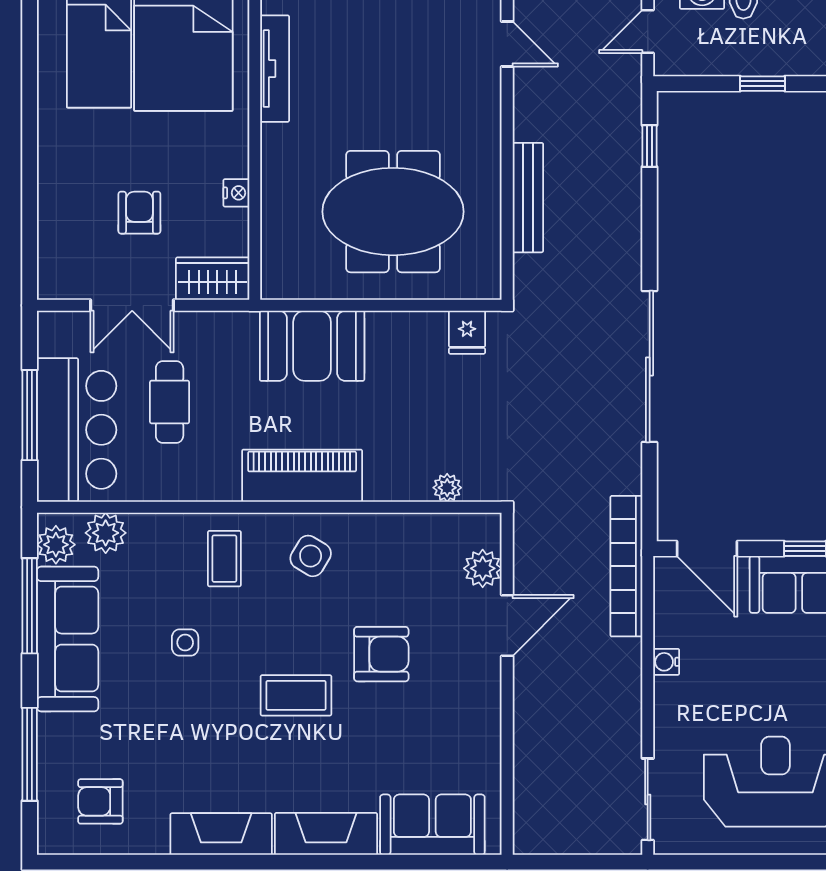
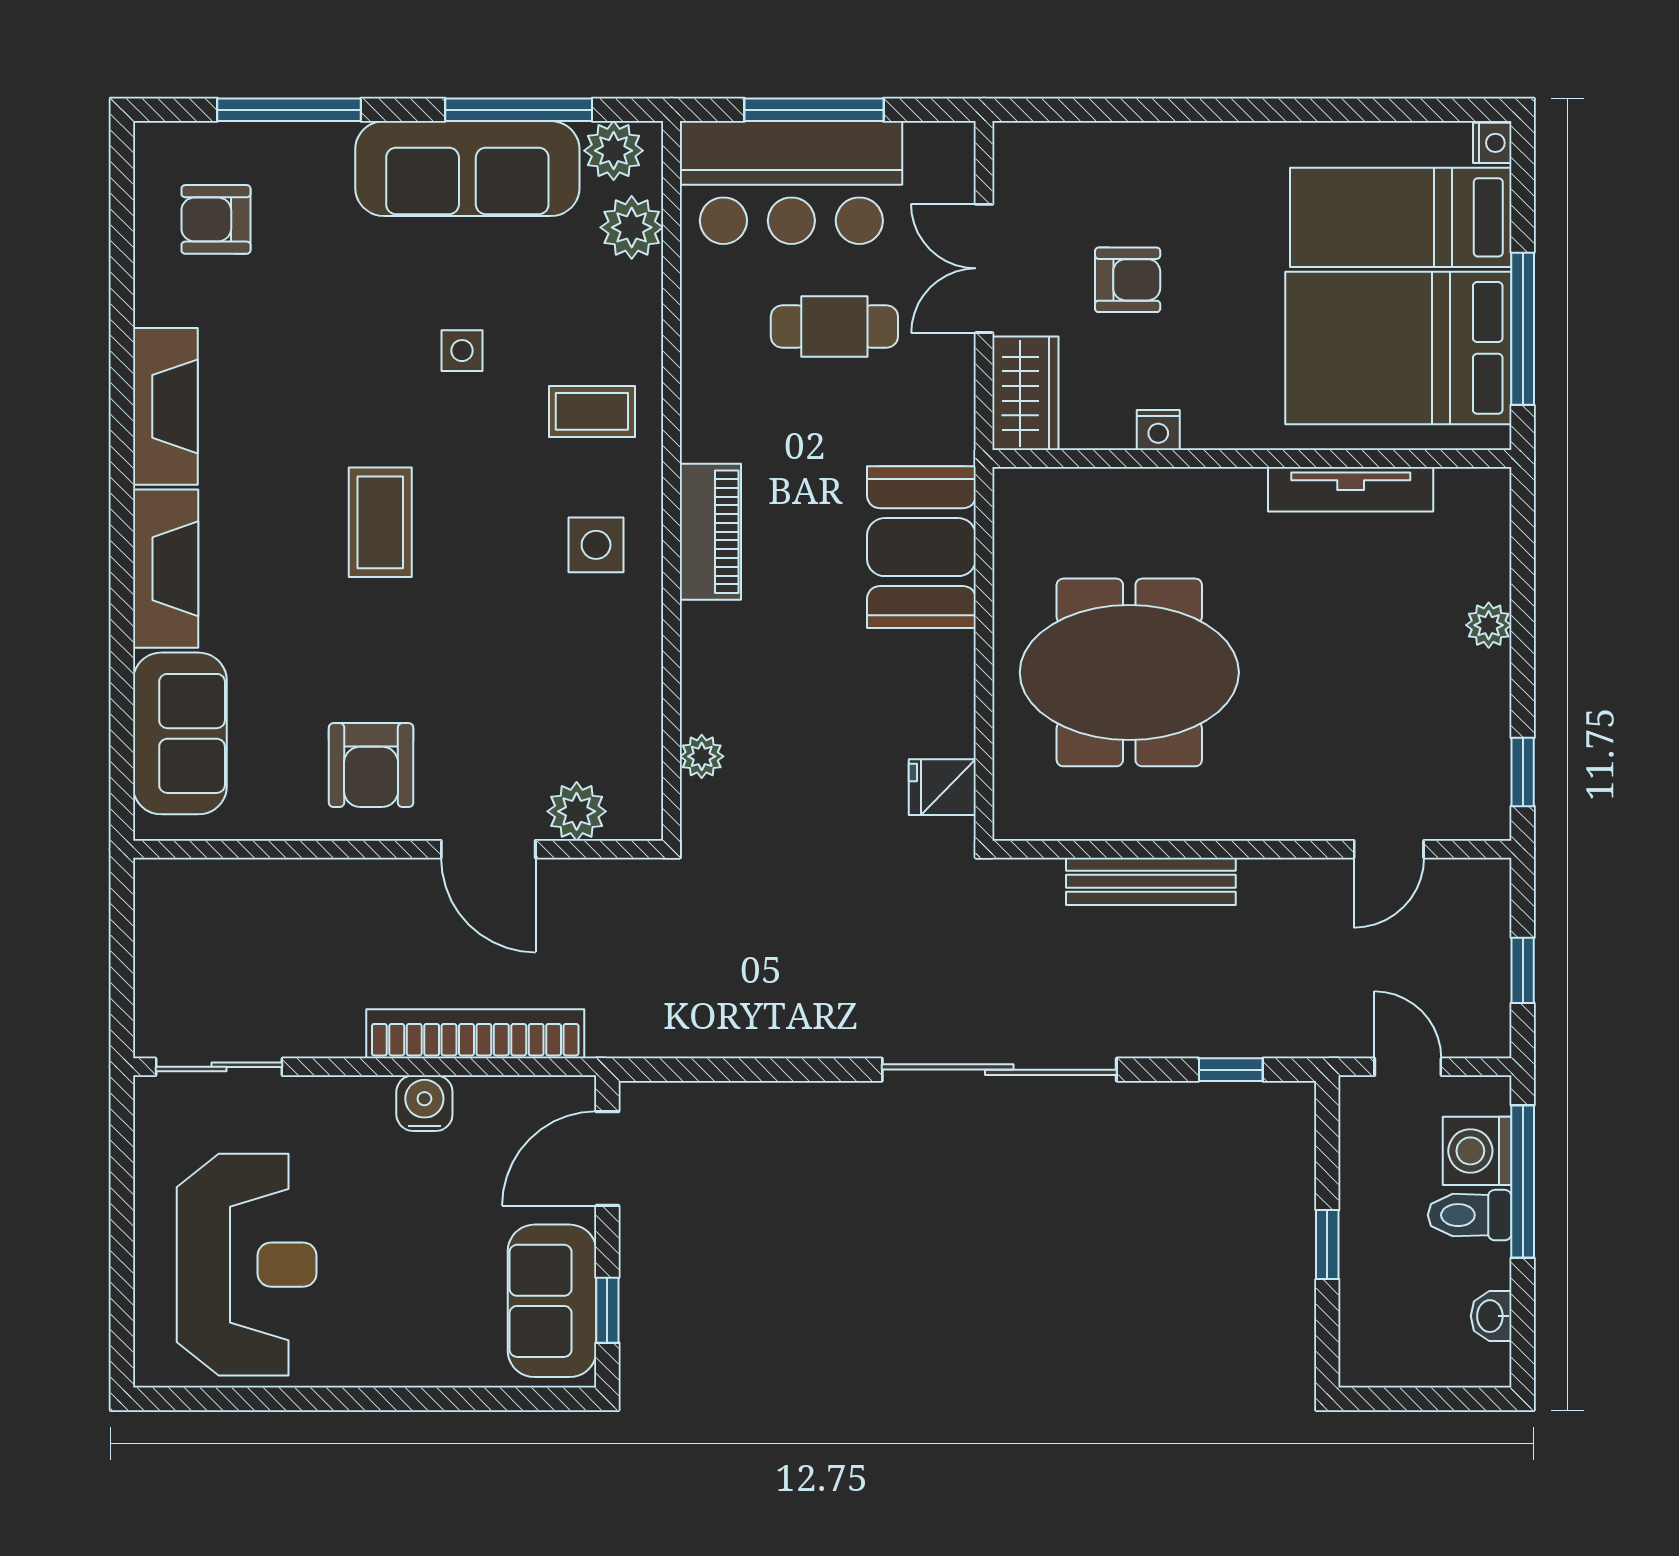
meeting table: (393, 212) -> (1129, 672), turned 90
sliding door: (650, 366) -> (999, 1070), moved
piano: (302, 476) -> (710, 532), width x0.73, depth x0.75
side table: (311, 556) -> (596, 545), turned -31
bookcase: (626, 566) -> (475, 1034), moved
armchair: (381, 654) -> (371, 765), moved
water cooler: (666, 662) -> (424, 1103), width x1.38, depth x1.38
armchair: (100, 801) -> (216, 219), turned -90

